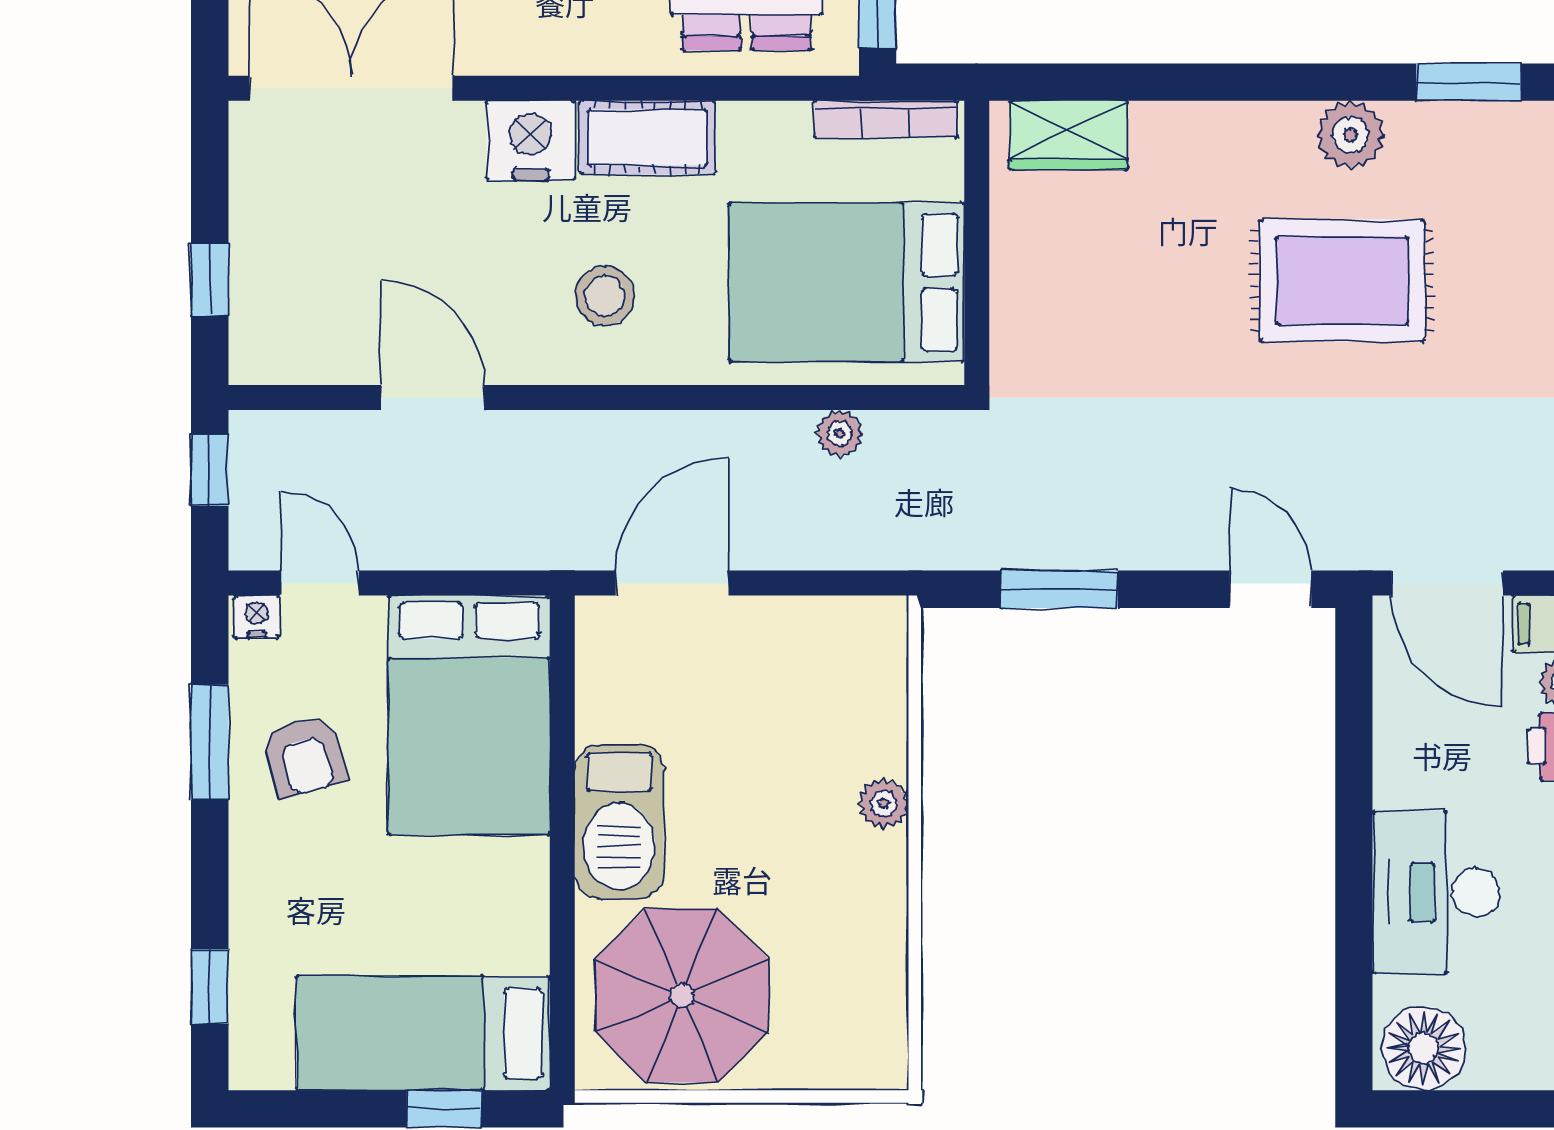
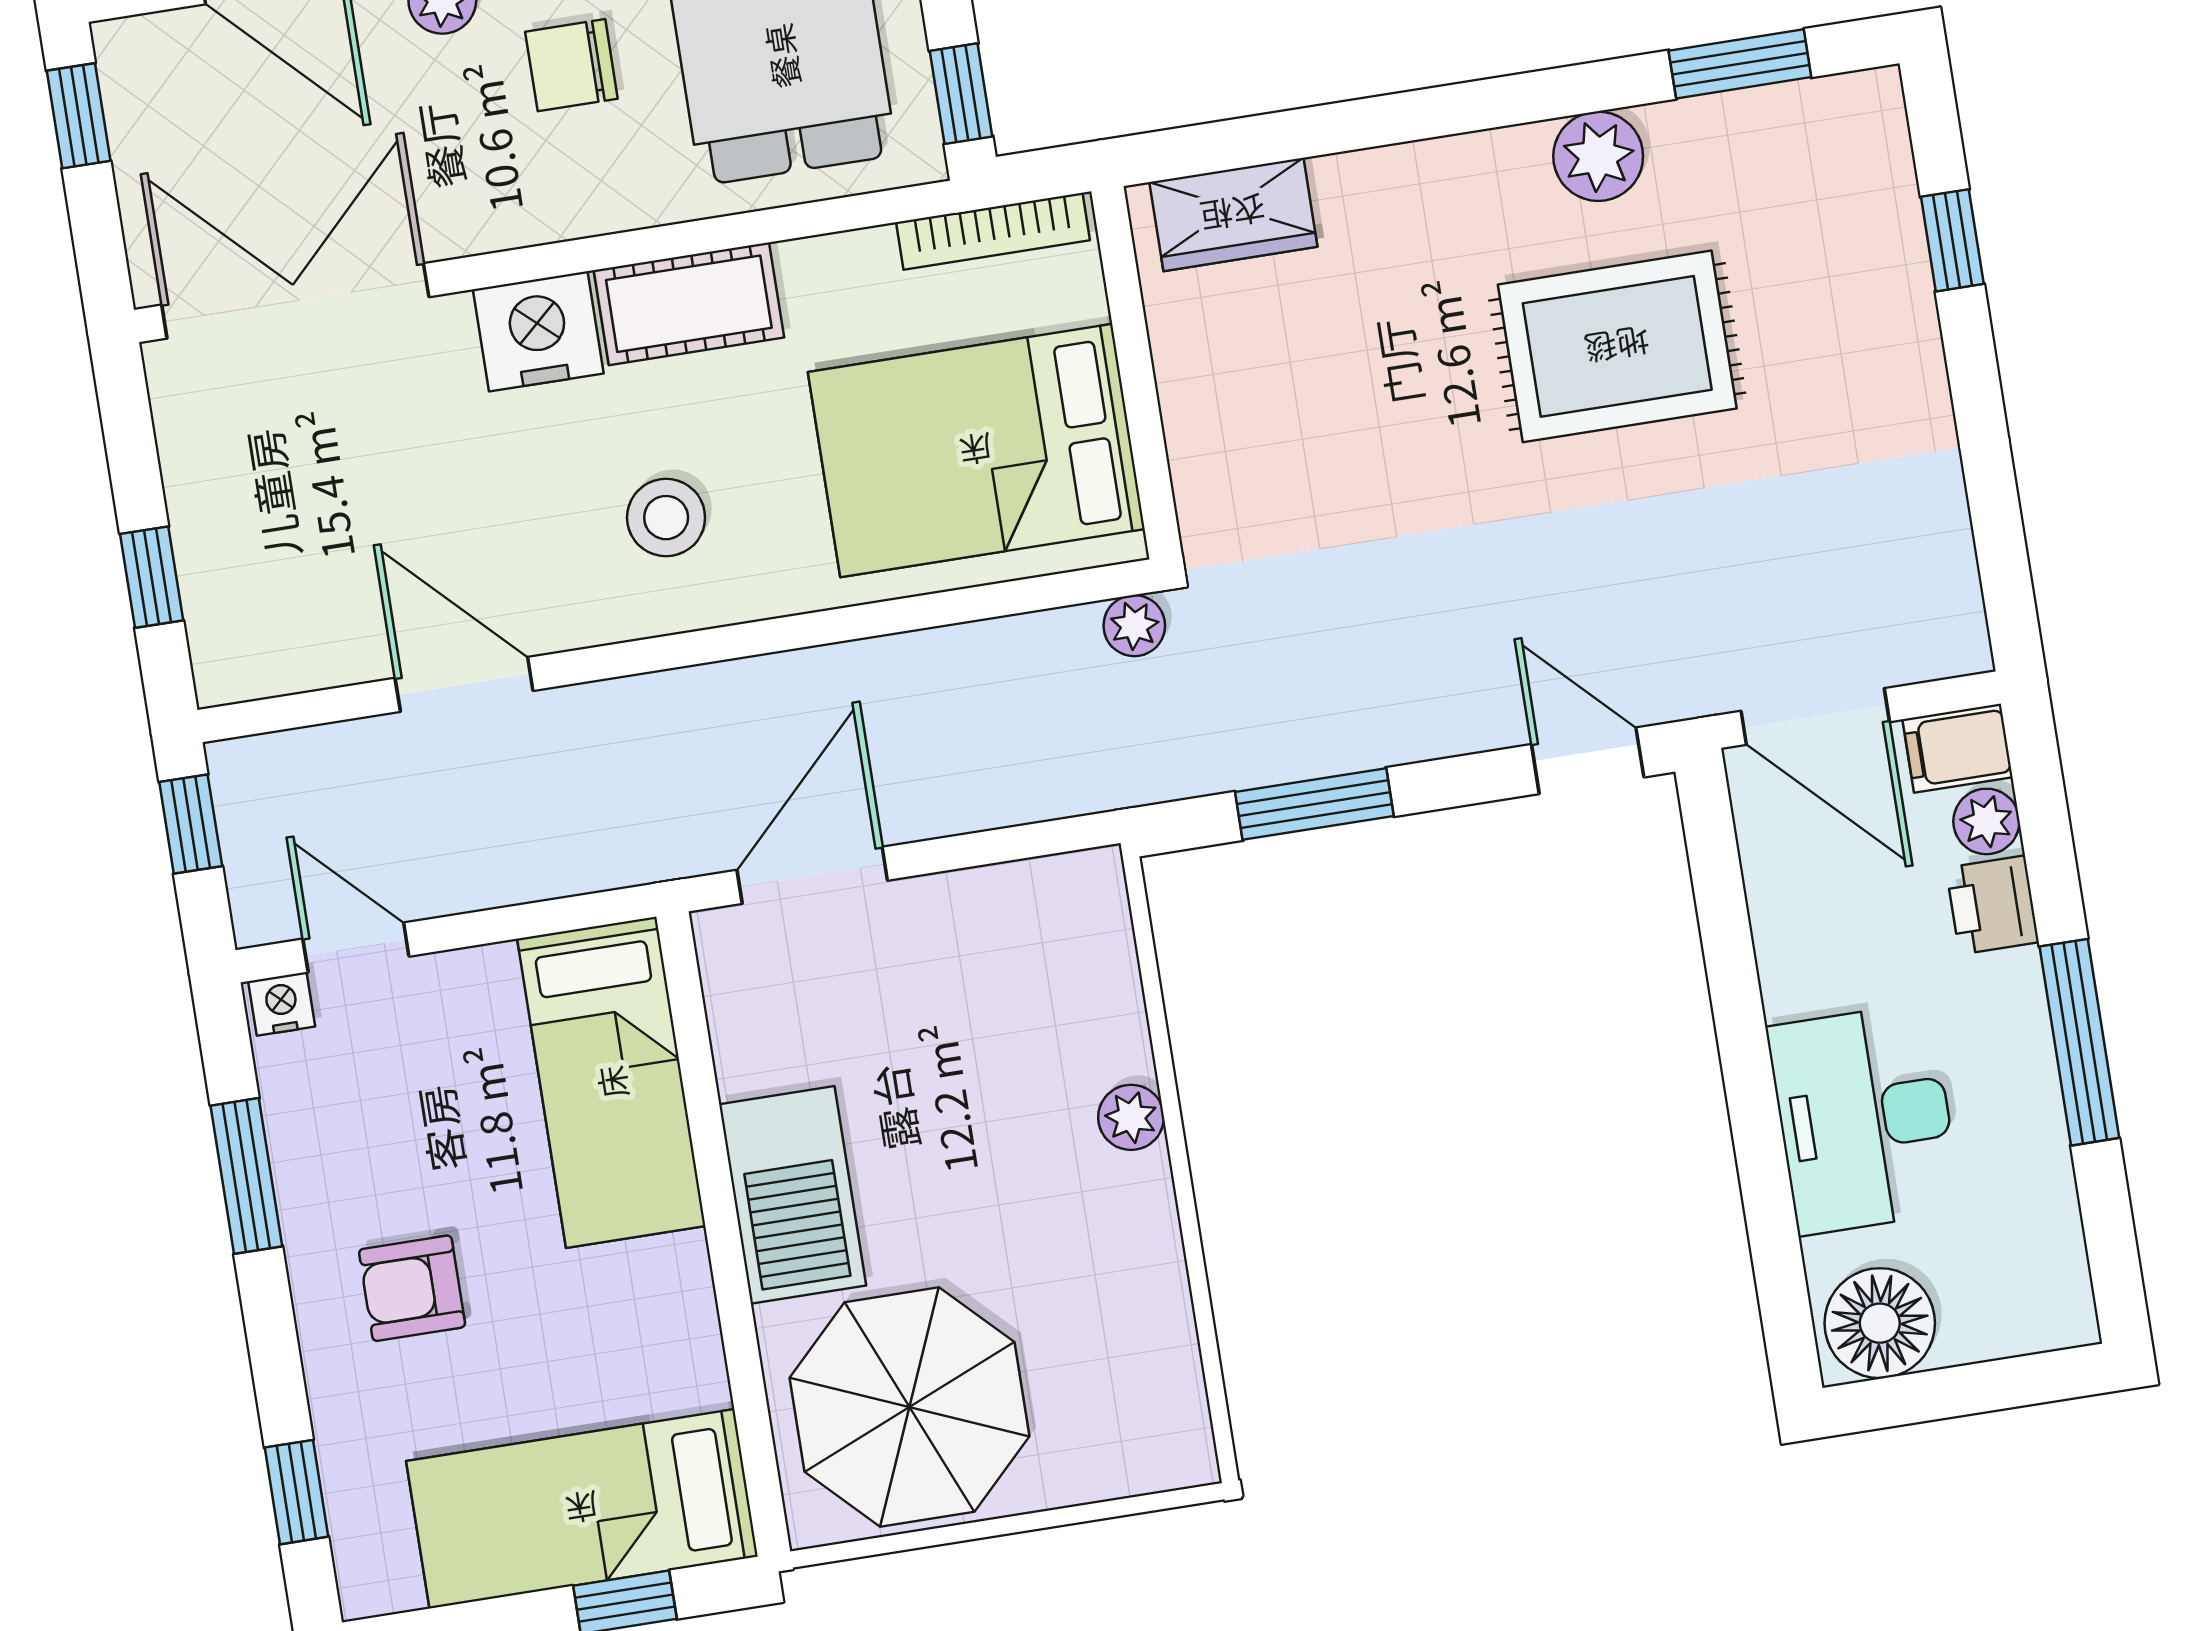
plant: (840, 433) -> (1134, 626), moved
bed: (469, 715) -> (611, 1082), width x0.67
armchair: (305, 756) -> (412, 1288), moved, turned 106

